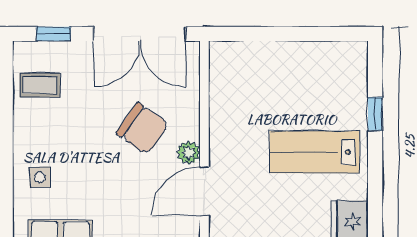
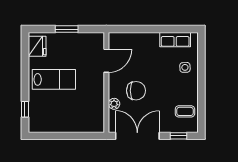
window: (375, 114) -> (25, 109), moved
chair: (142, 128) -> (136, 91), turned 145
plant: (189, 153) -> (114, 104), moved

